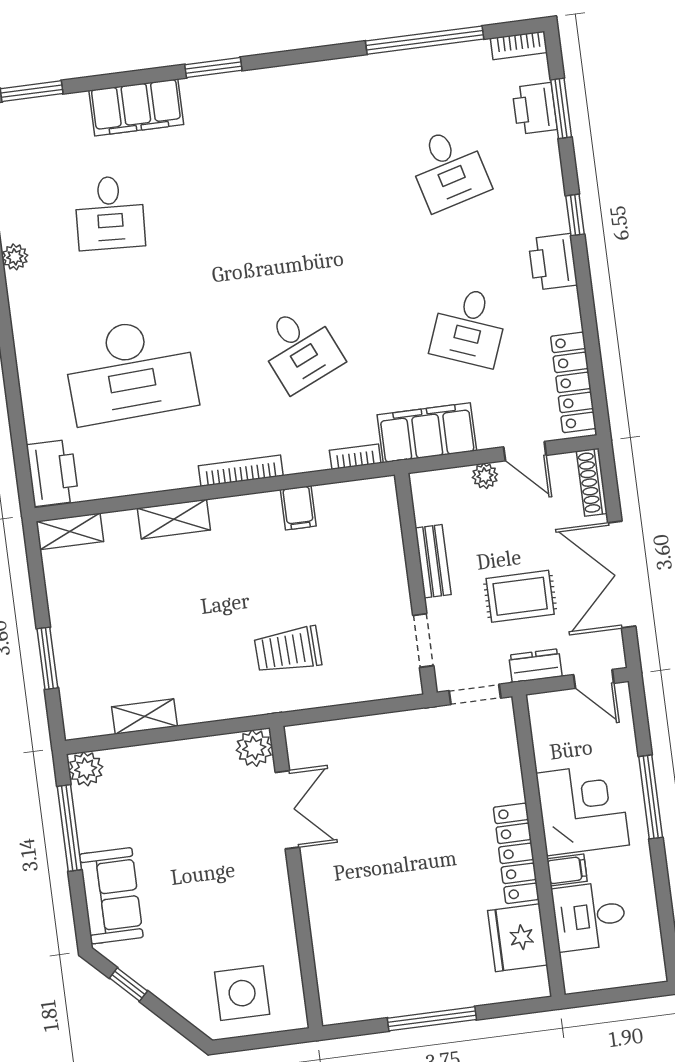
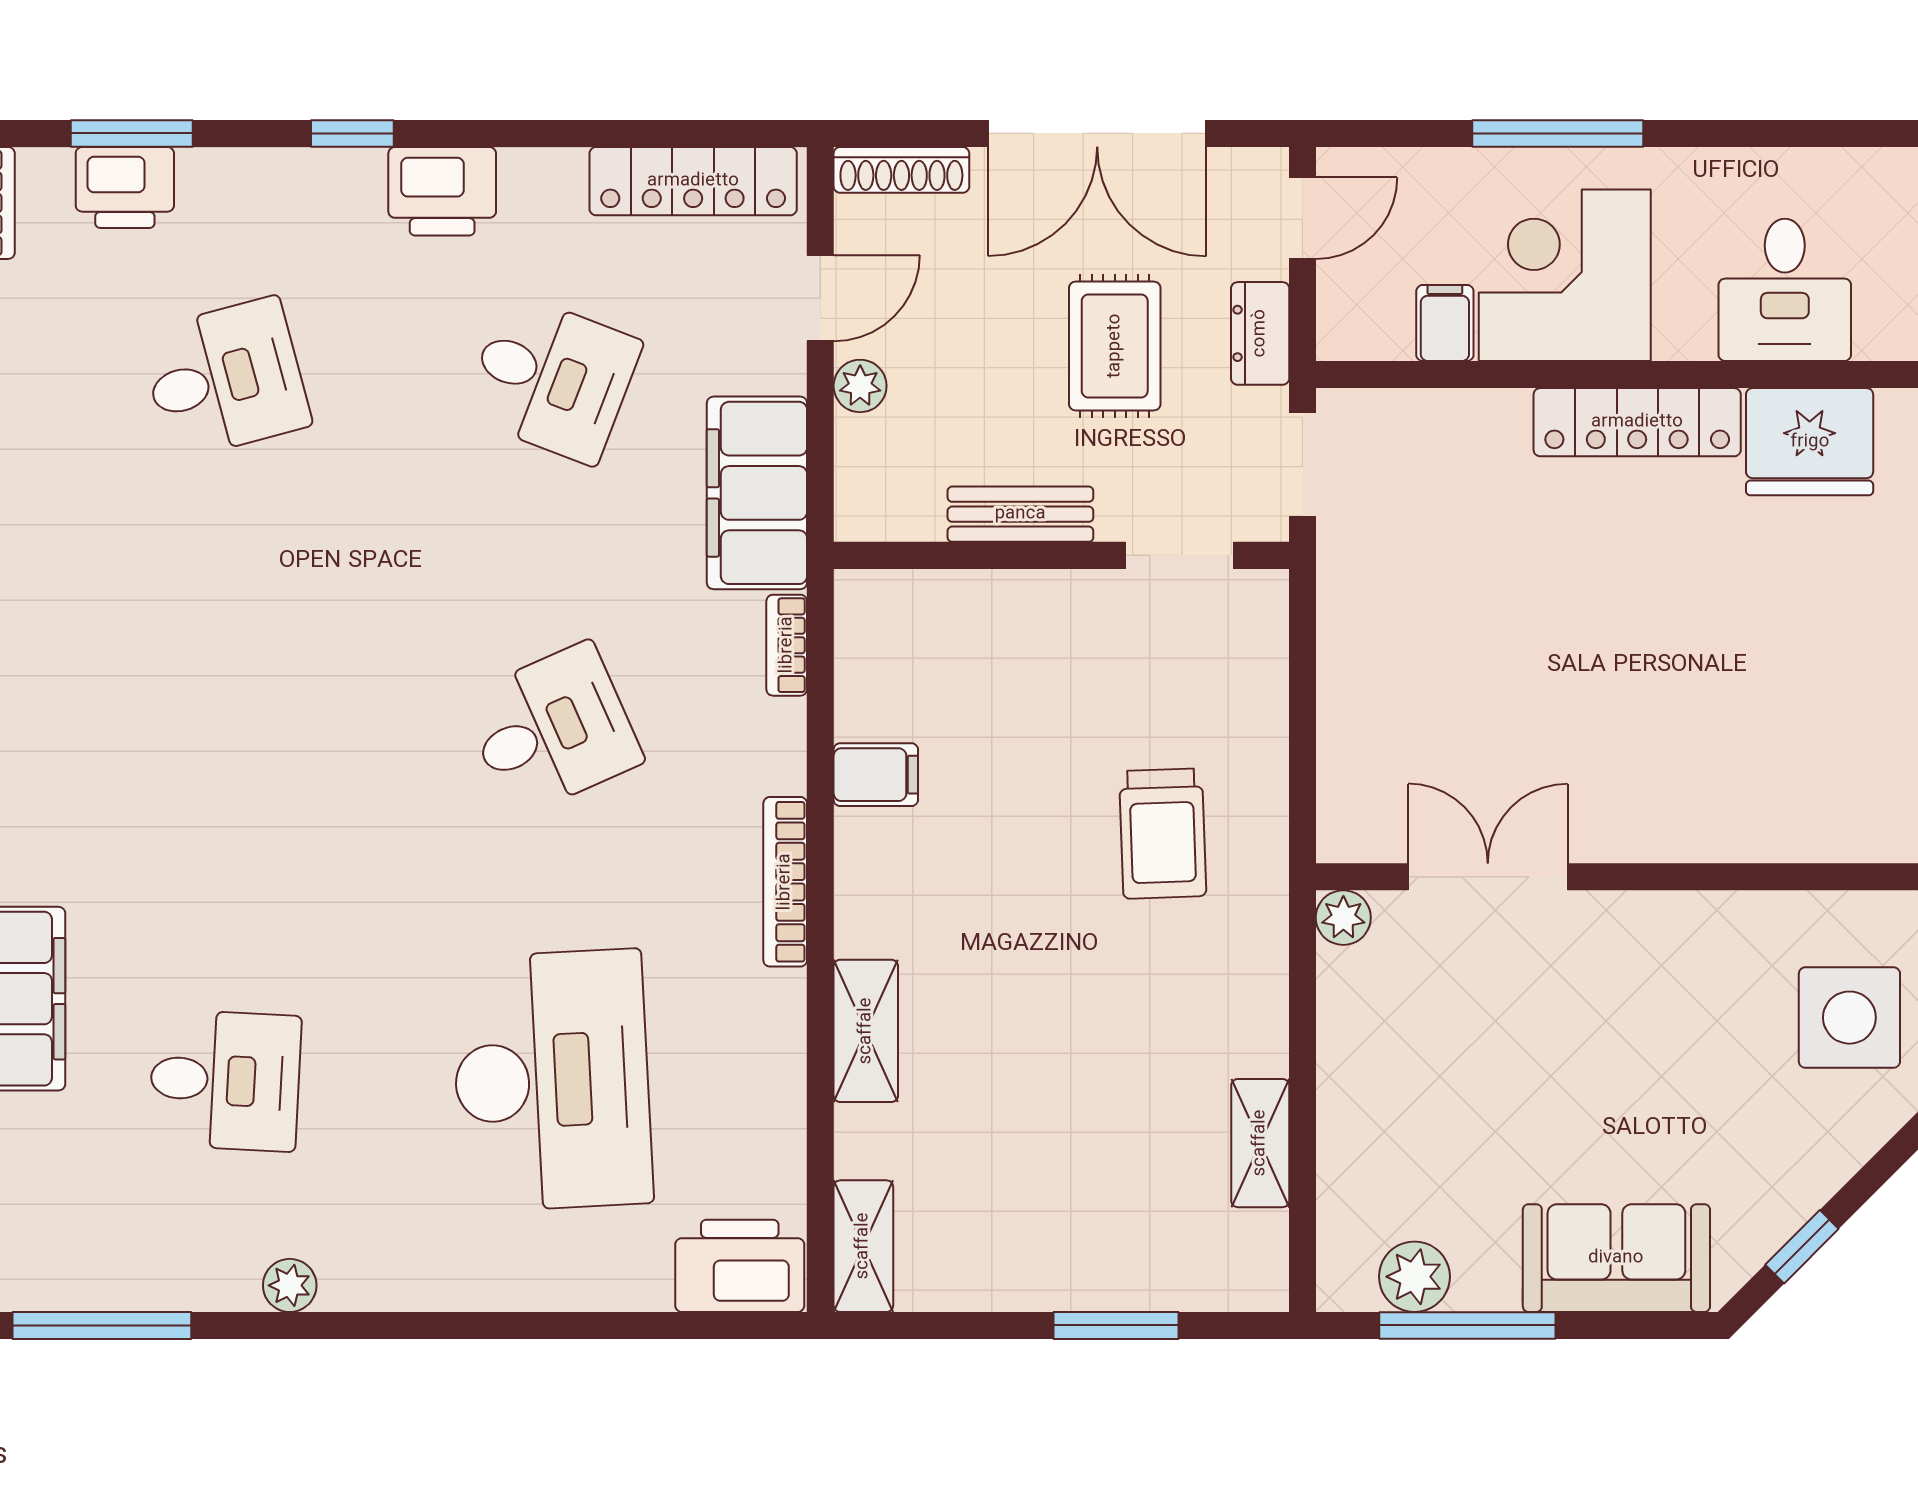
plant: (254, 748) -> (1343, 918), width x0.73, depth x0.73
plant: (86, 769) -> (1414, 1277), moved
filing cabinet: (567, 870) -> (1445, 323), moved

